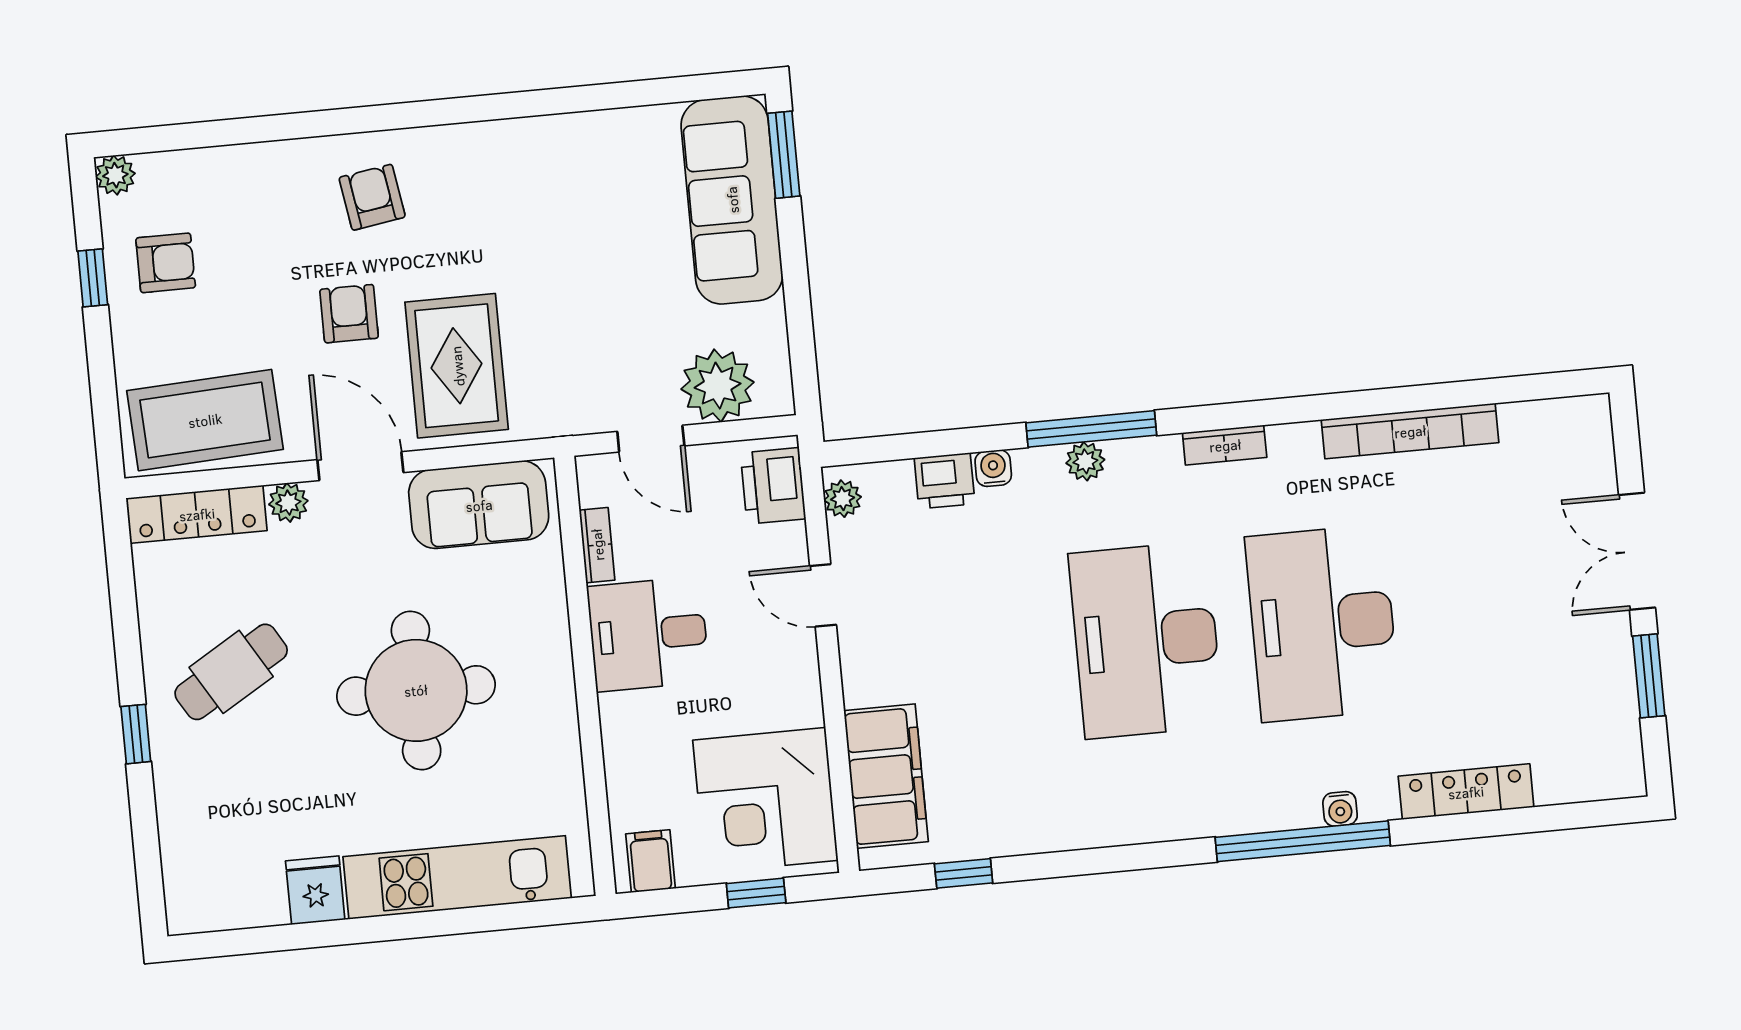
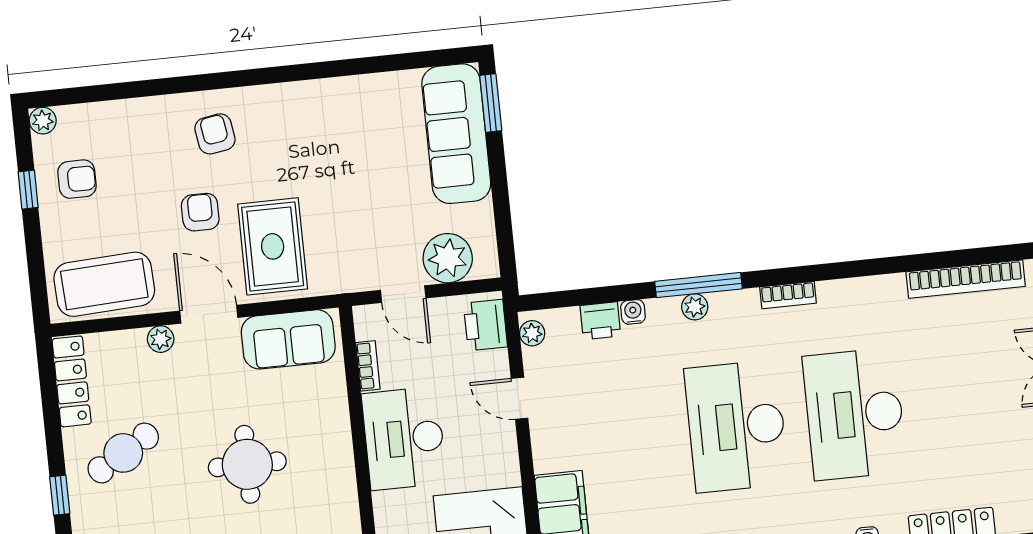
bookcase: (1410, 431) -> (966, 279), moved
locker: (197, 514) -> (72, 381), moved, turned -90
desk: (648, 634) -> (404, 438), width x1.37
round table: (416, 690) -> (247, 464), width x0.73, depth x0.73

